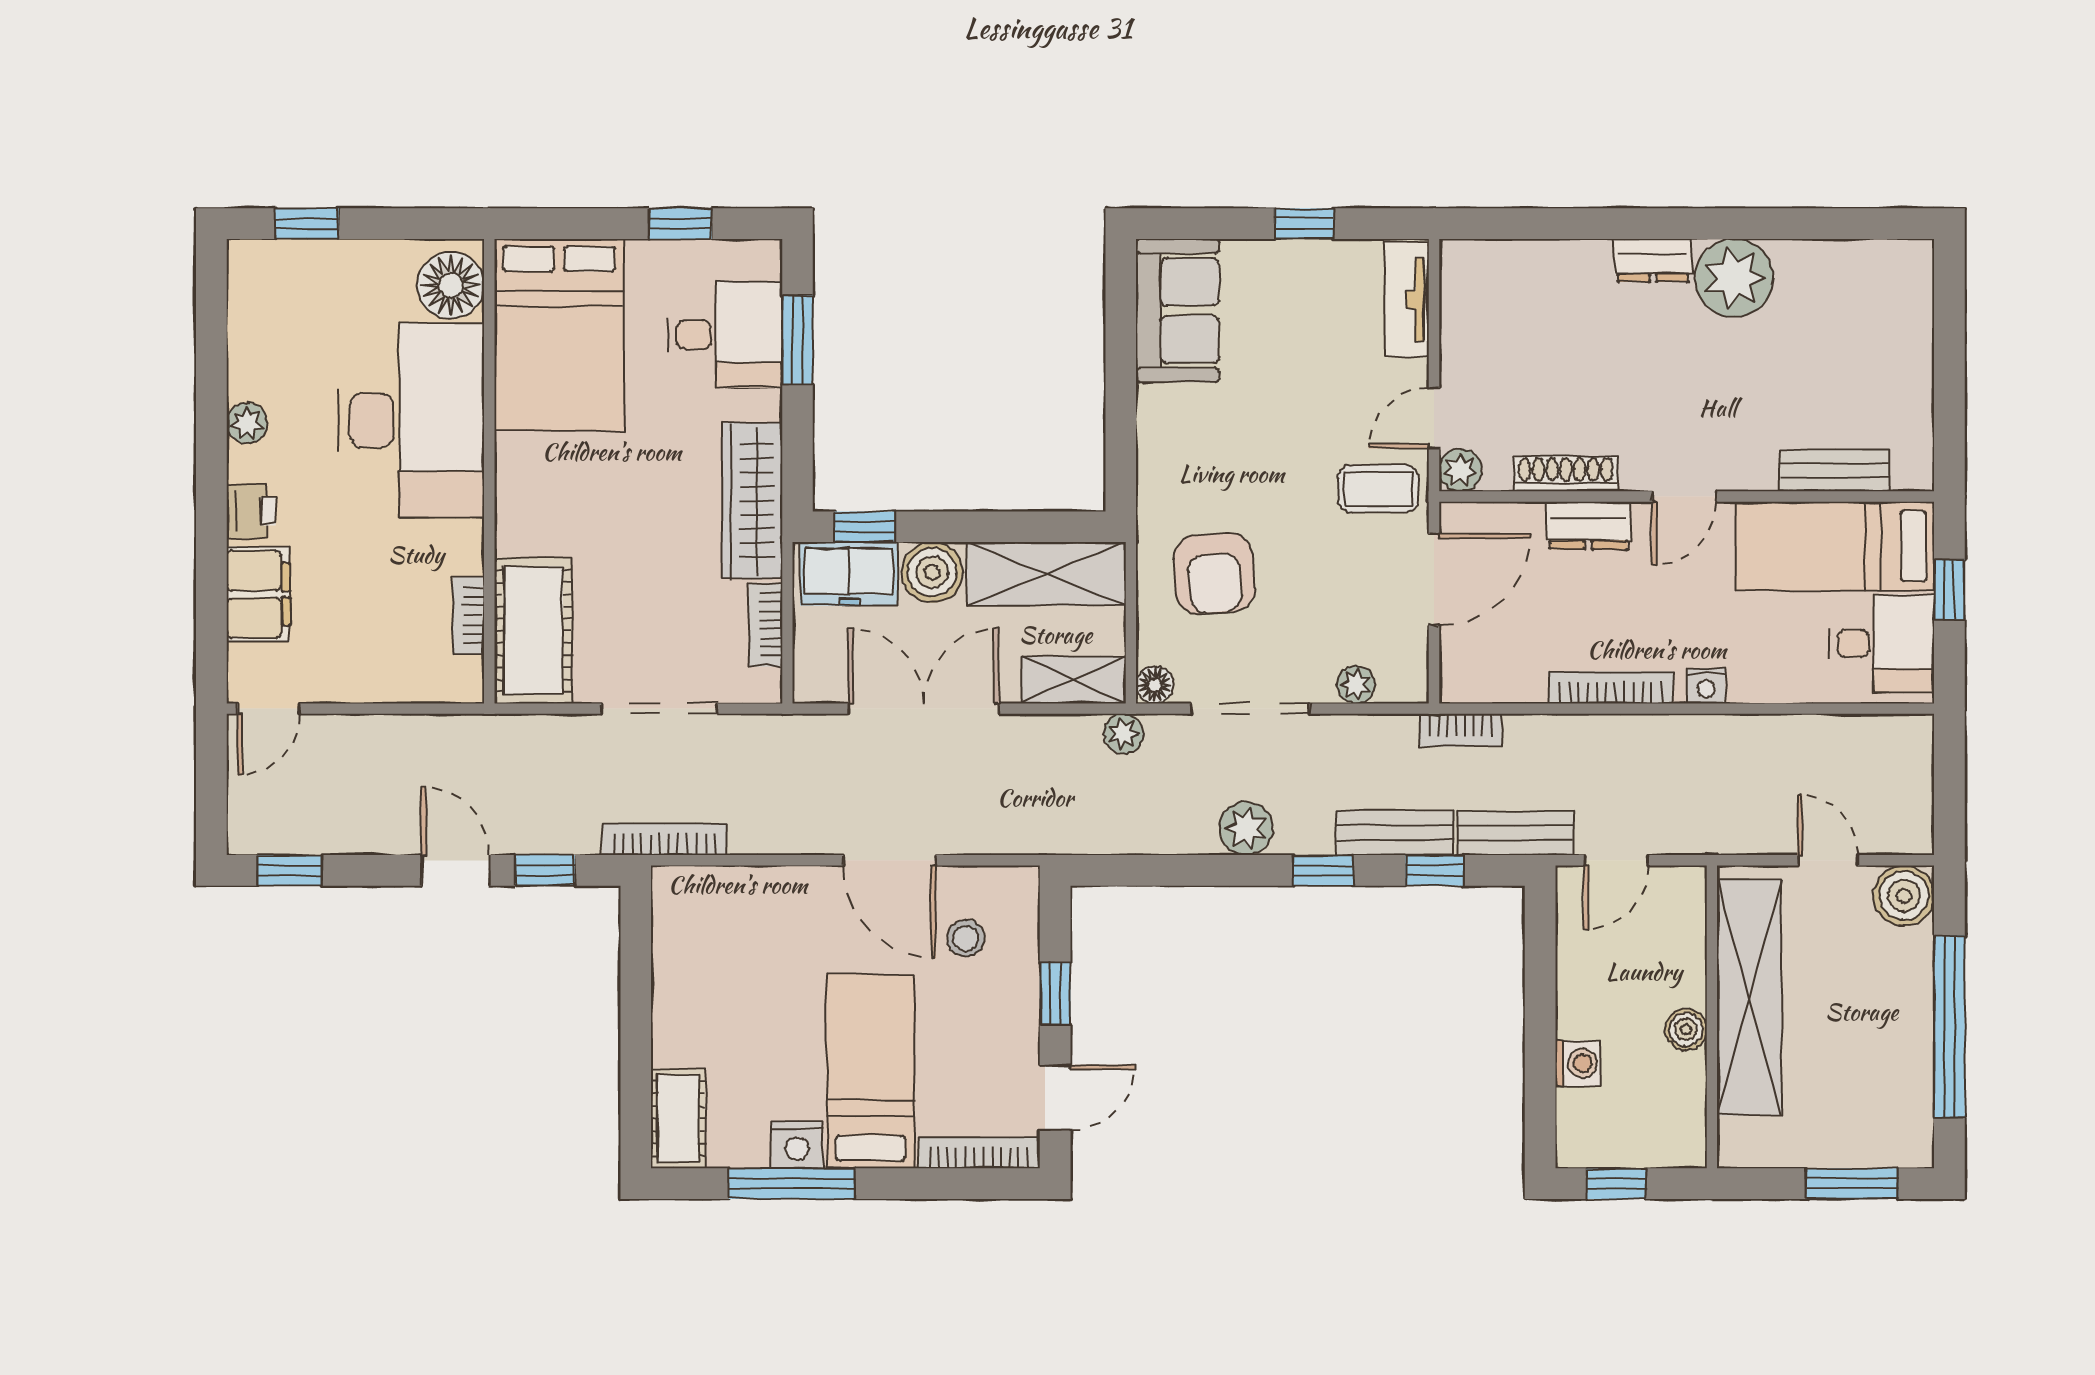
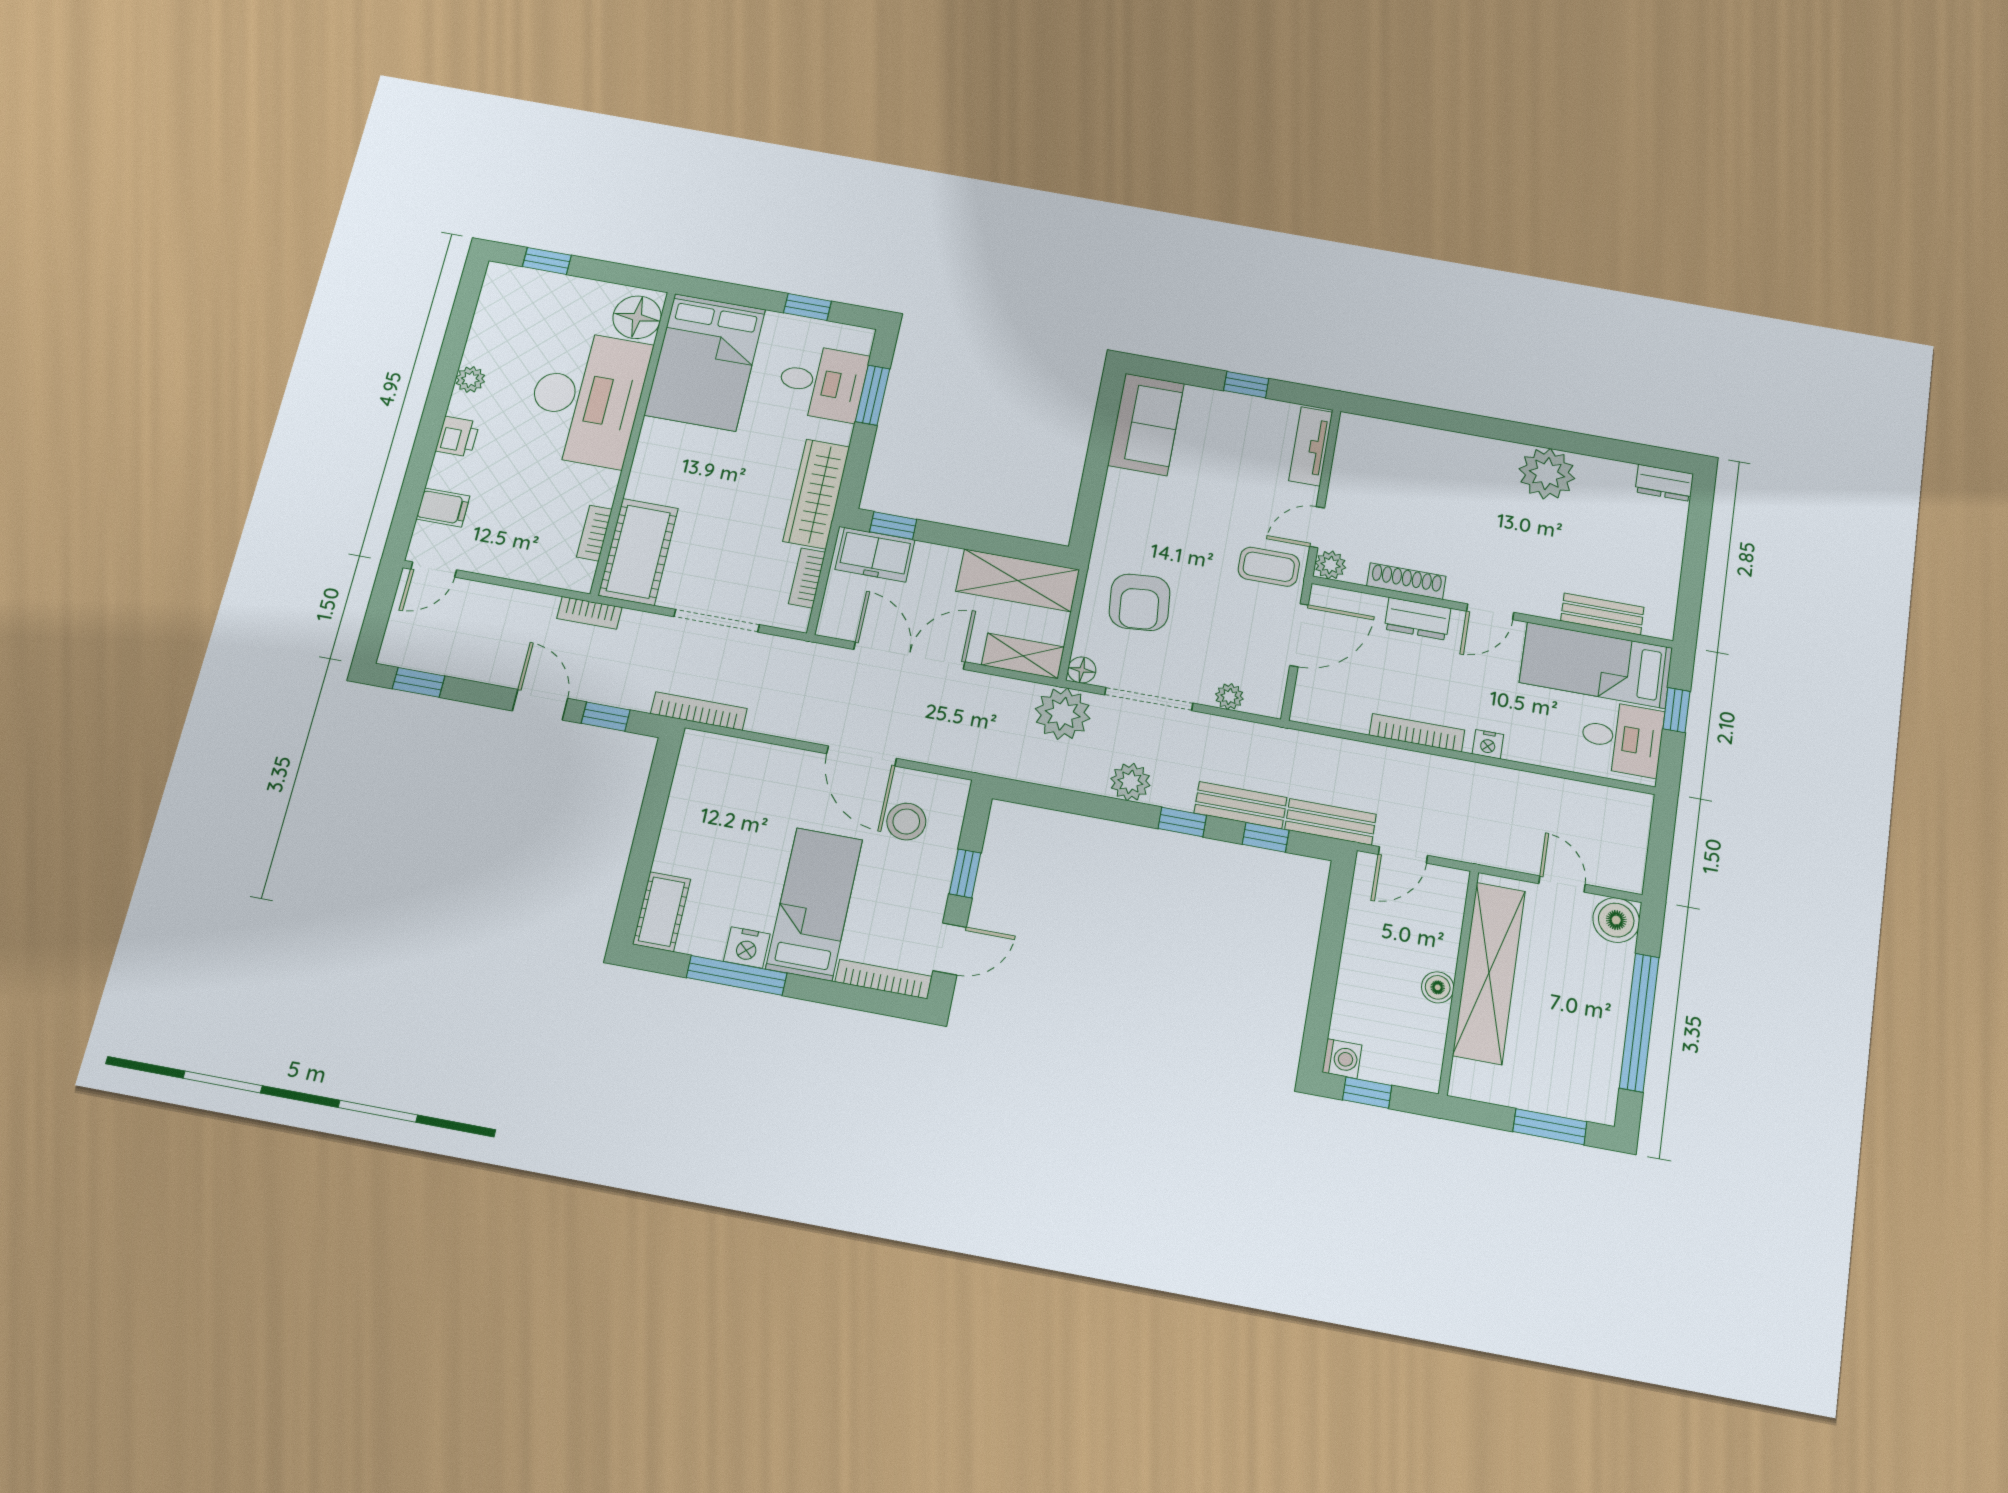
dresser: (1653, 260) -> (1664, 483), moved
boiler: (932, 572) -> (935, 565), removed
filing cabinet: (258, 594) -> (443, 508), width x0.50
bookcase: (1461, 730) -> (589, 613), moved
plant: (1123, 734) -> (1063, 714), width x1.87, depth x1.87
stool: (966, 938) -> (906, 822), width x1.37, depth x1.37
washing machine: (1578, 1063) -> (1342, 1059), moved

